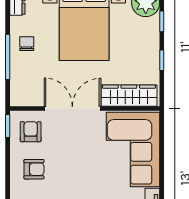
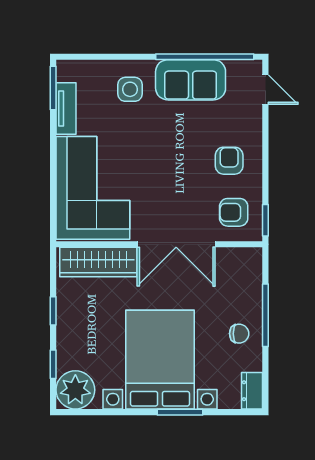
chair: (27, 44) -> (239, 334), turned -90
armchair: (31, 132) -> (234, 212), turned 90
armchair: (34, 169) -> (229, 161), turned 90

